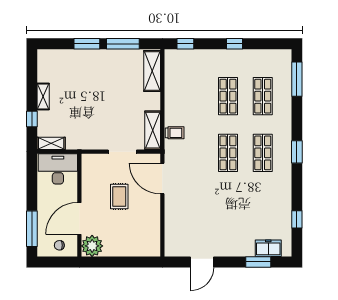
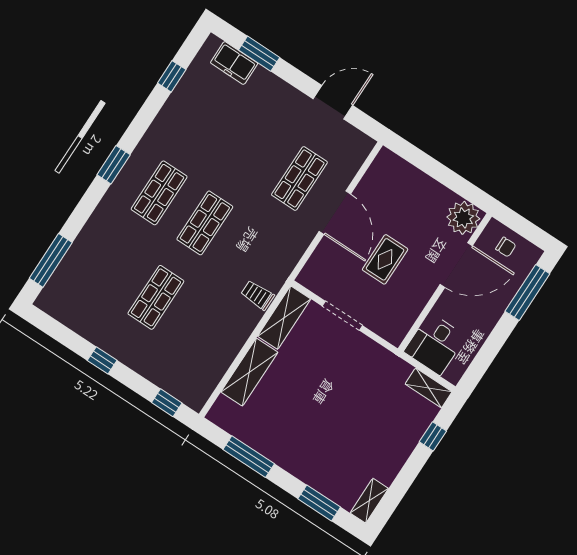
window: (87, 44) -> (319, 503), moved
shelving: (152, 71) -> (249, 372), moved
shop shelf: (263, 96) -> (299, 178), moved
shelving: (43, 97) -> (369, 501), moved
desk: (58, 169) -> (435, 344), width x0.73
door: (162, 179) -> (335, 213), moved

